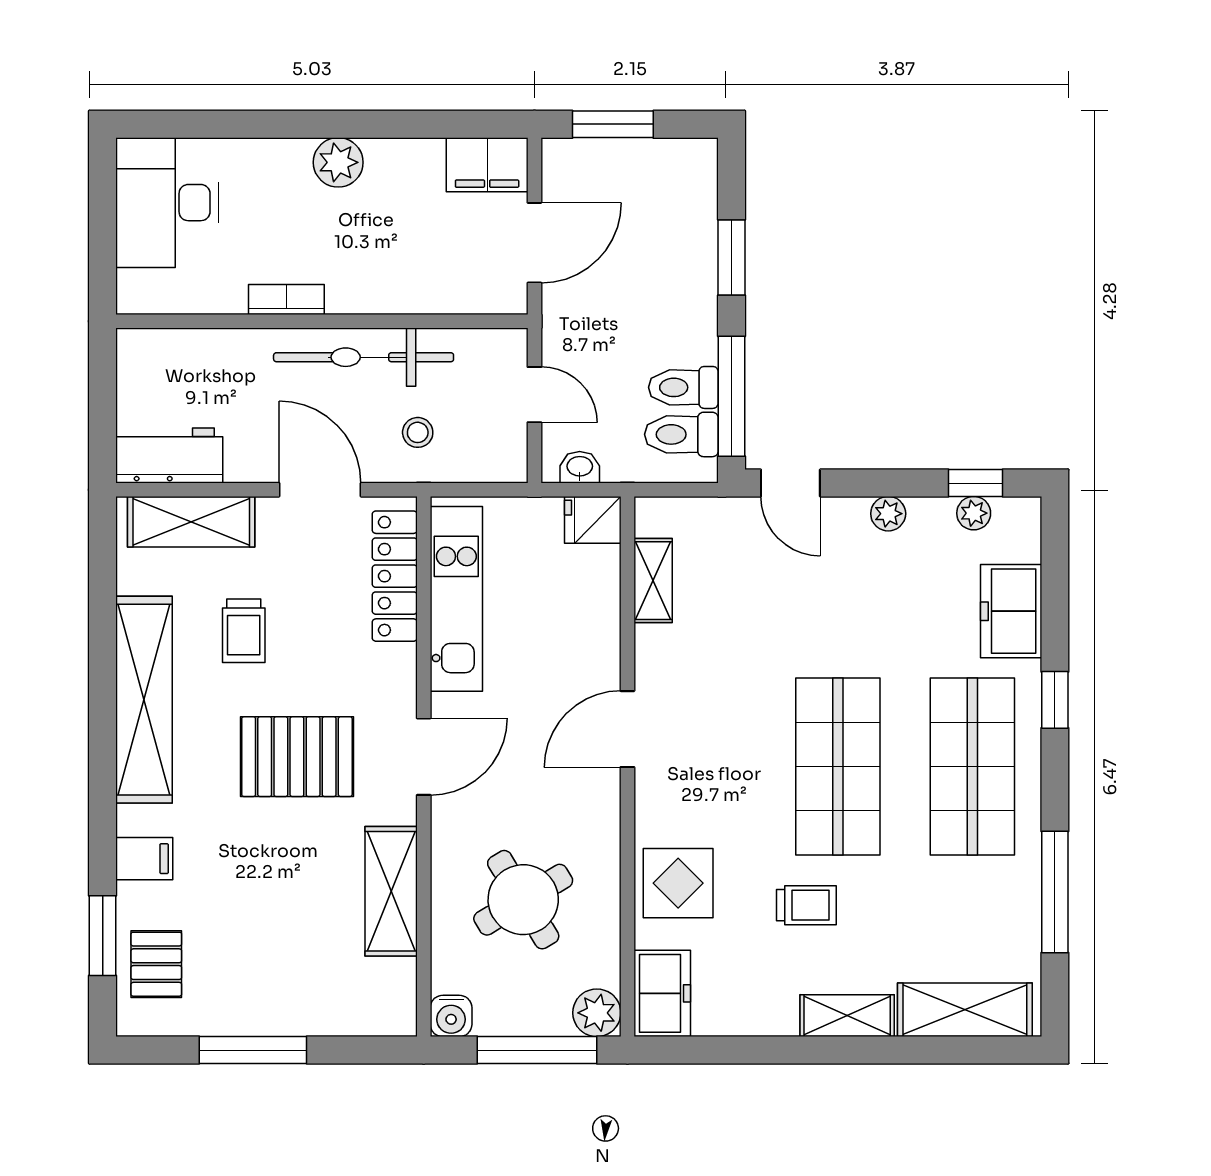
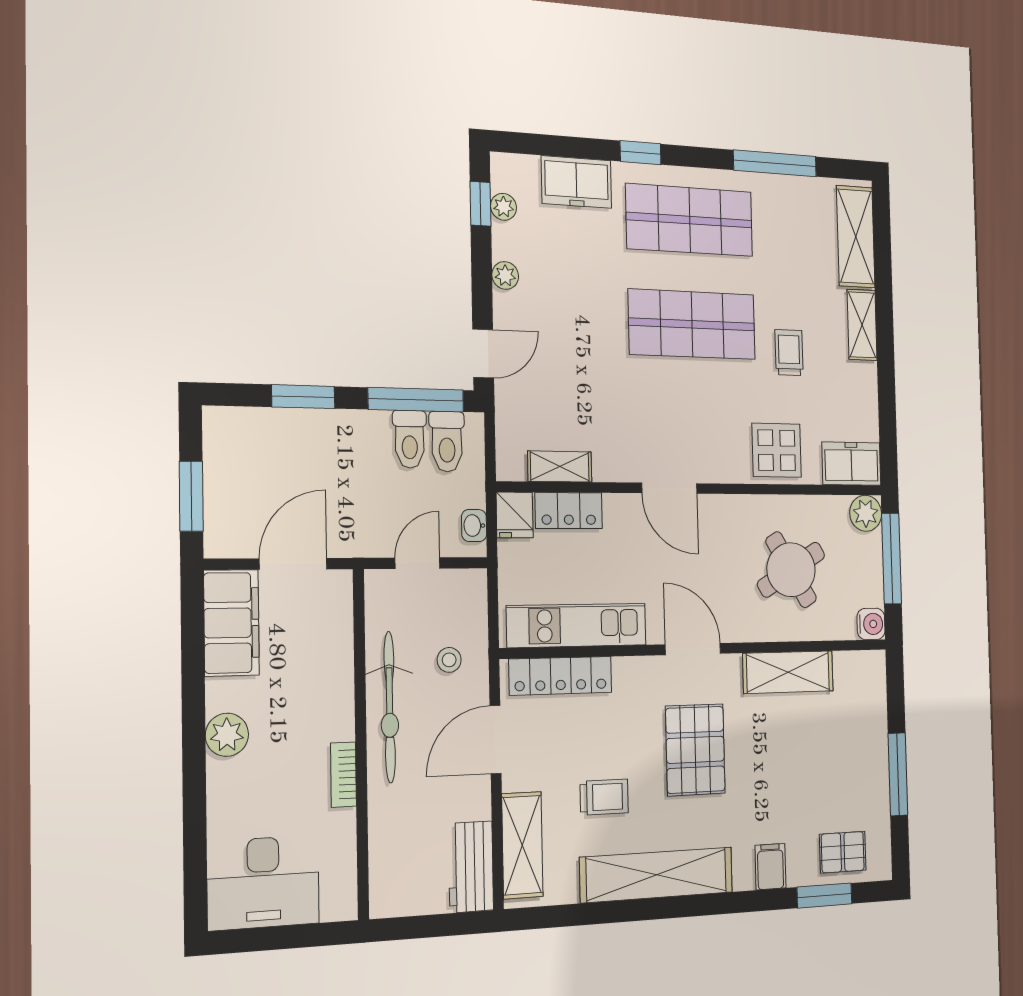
filing cabinet: (487, 165) -> (231, 623), width x1.50, depth x1.17
door: (534, 243) -> (293, 564), hinge flipped
locker: (598, 591) -> (569, 511), added

